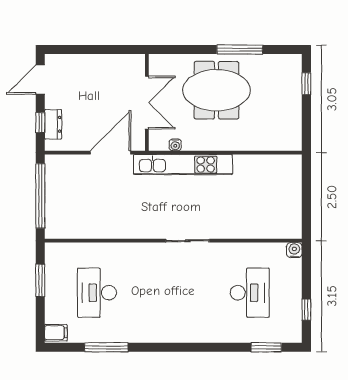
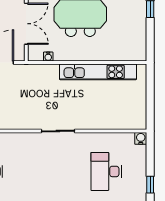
kitchen unit: (183, 165) -> (98, 72), moved
desk: (250, 293) -> (106, 171), turned 180

